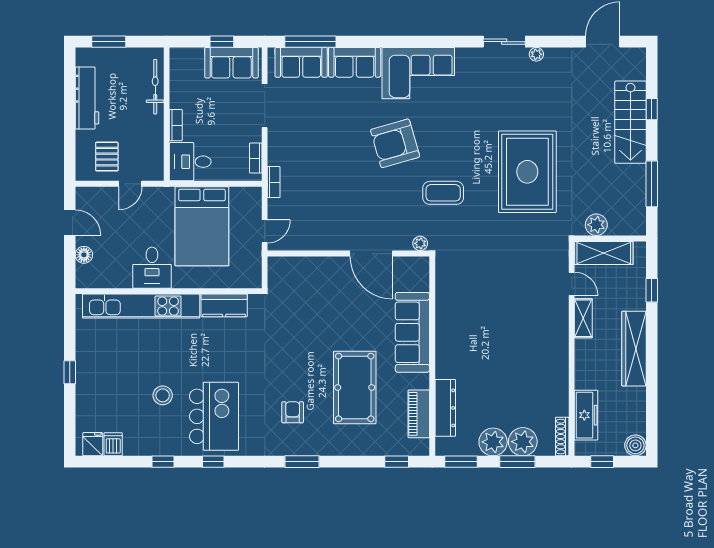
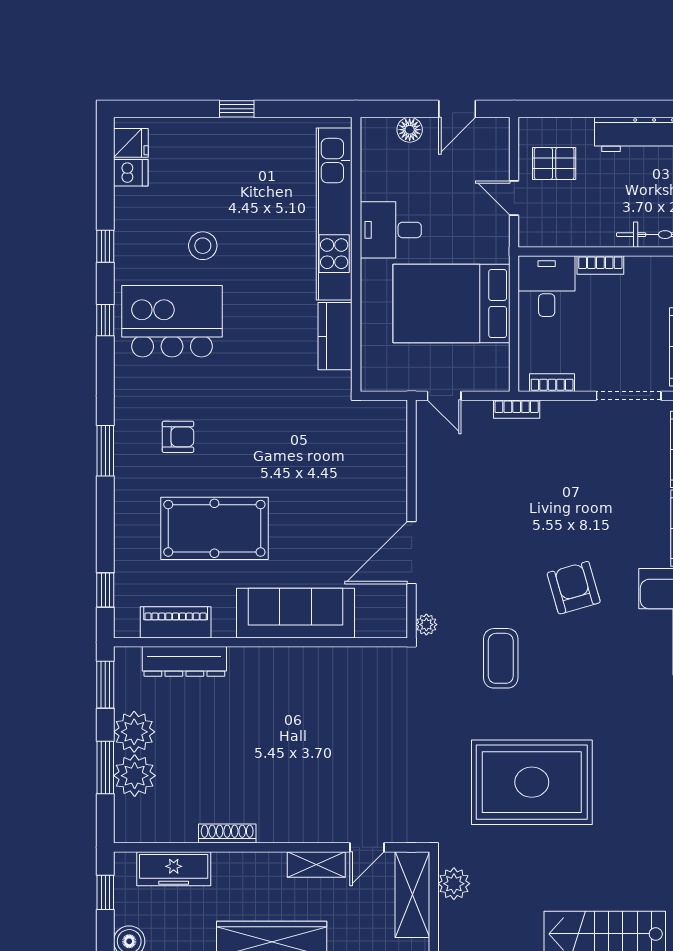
armchair: (395, 143) -> (574, 588), width x0.73, depth x0.73
kitchen island: (214, 416) -> (172, 321), turned 180
shoe rack: (562, 437) -> (227, 834), moved

